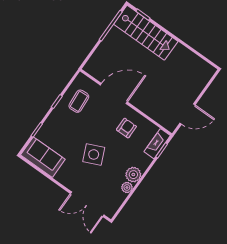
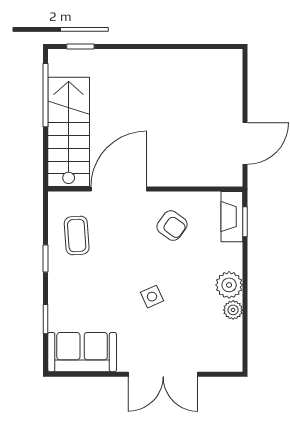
stairs: (146, 33) -> (69, 132), moved, turned -90
armchair: (126, 128) -> (172, 226), turned 126
side table: (94, 154) -> (152, 297), width x0.54, depth x0.54
double door: (87, 204) -> (163, 374), moved

